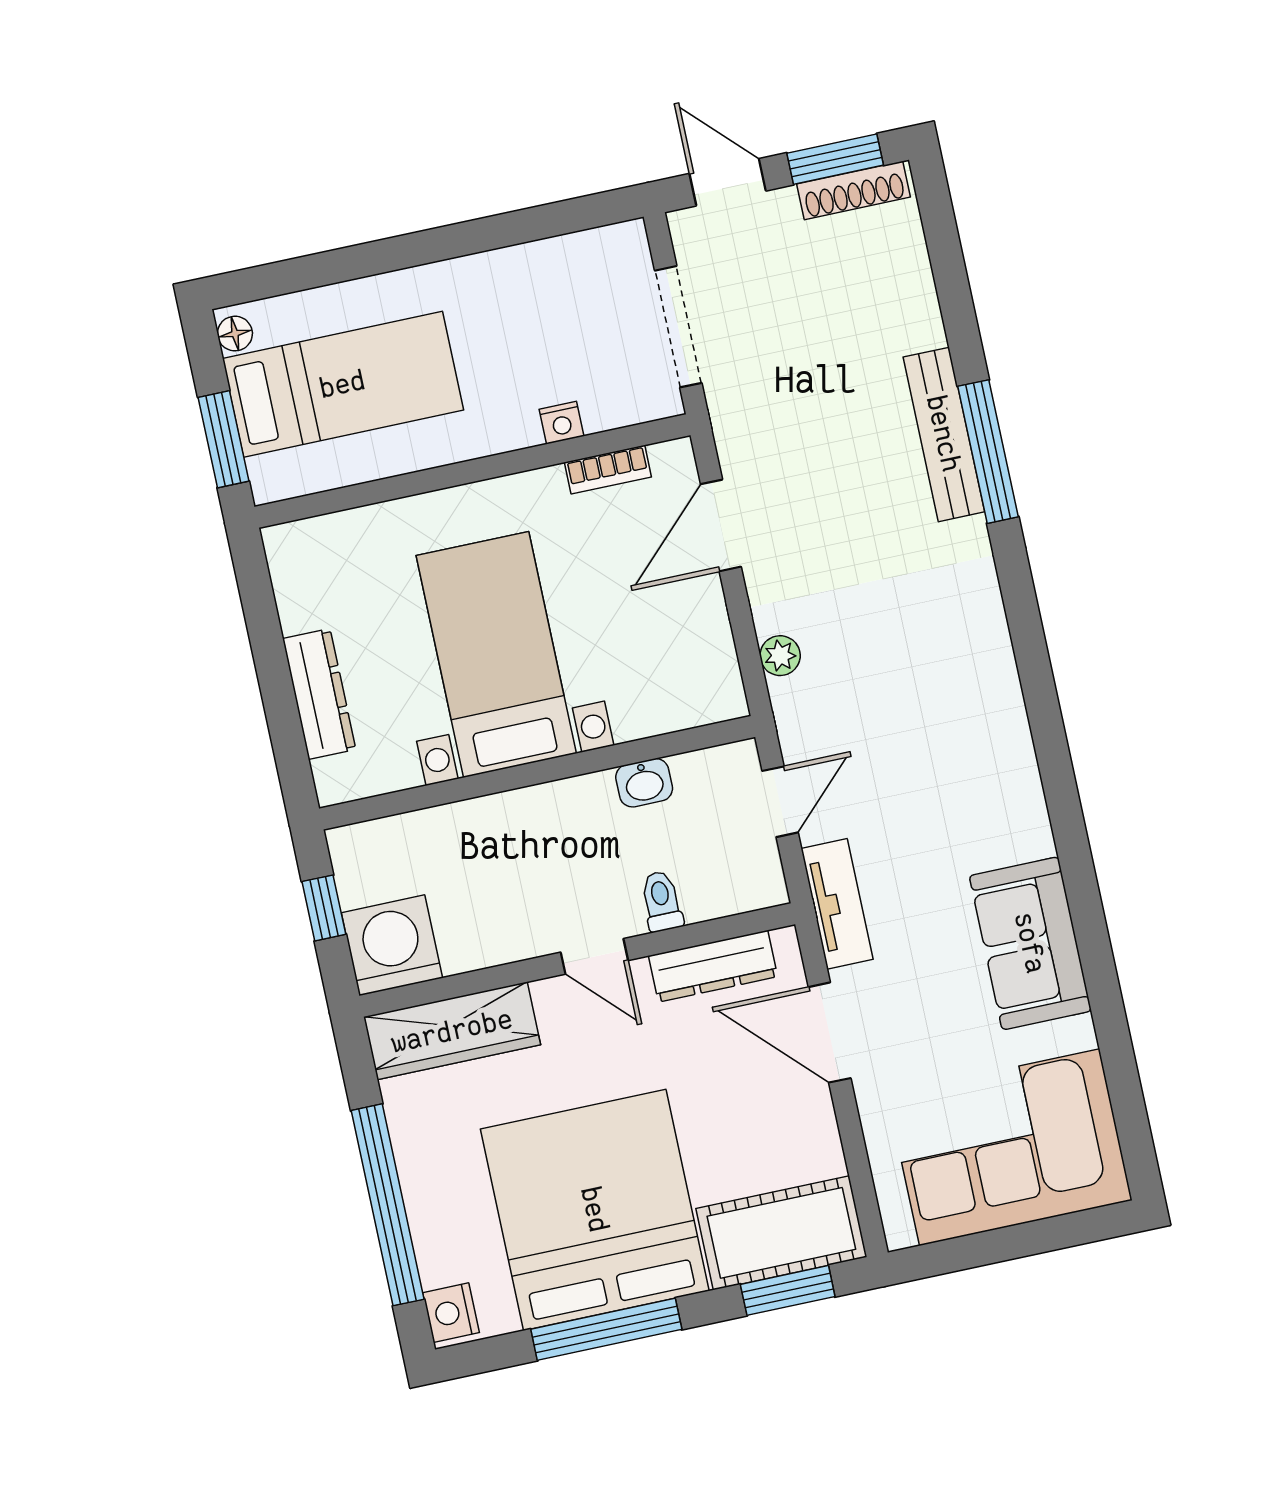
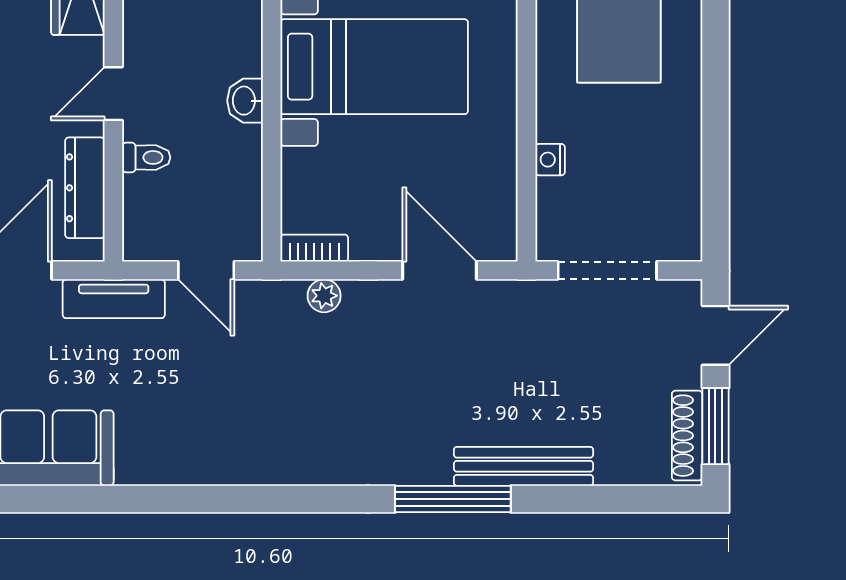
bench: (944, 434) -> (524, 466), moved
bookcase: (608, 470) -> (314, 248), moved, turned 90
washbasin: (644, 783) -> (245, 101), moved

